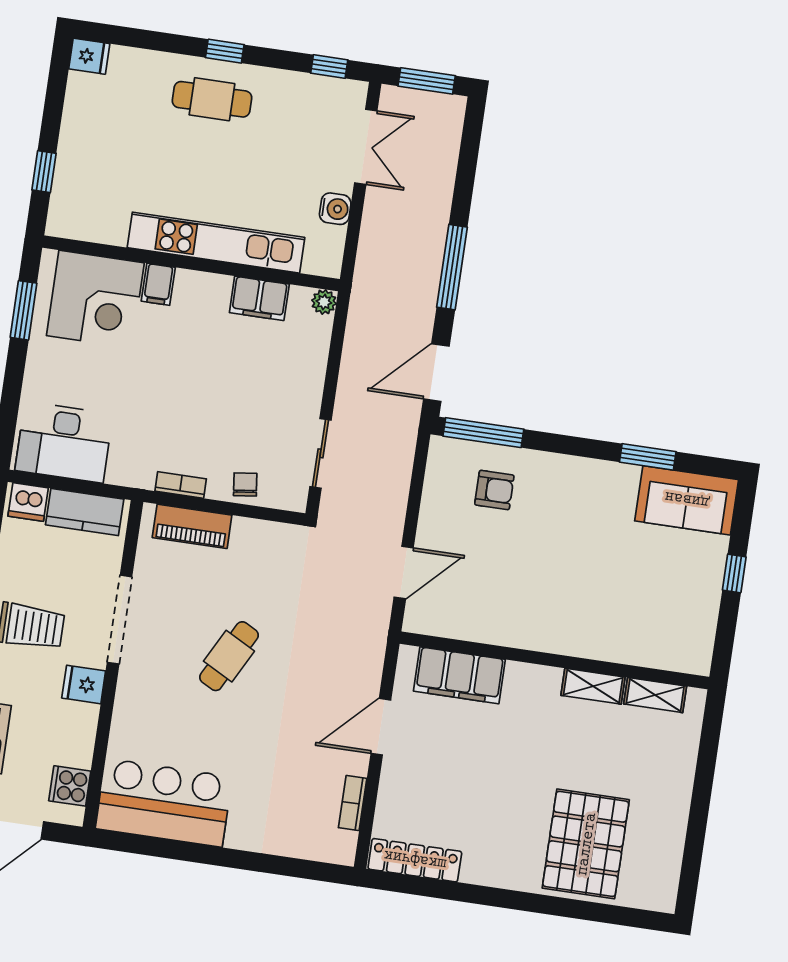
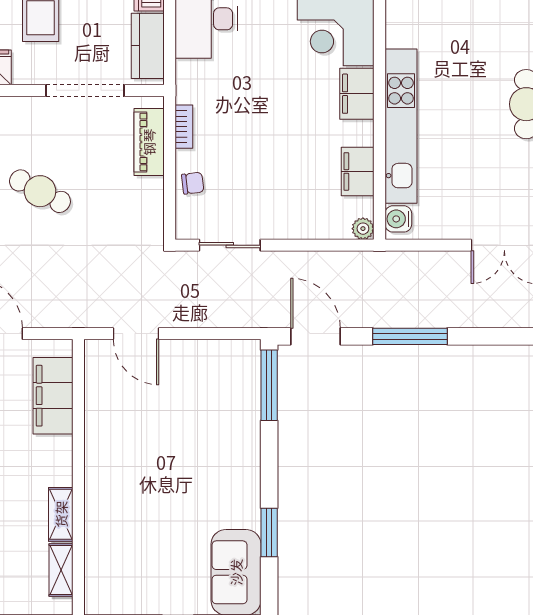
water cooler: (335, 209) -> (398, 219), moved, turned 90
filing cabinet: (158, 284) -> (357, 94), width x2.00
armchair: (494, 490) -> (220, 402), removed
doorway: (120, 620) -> (85, 90), moved

